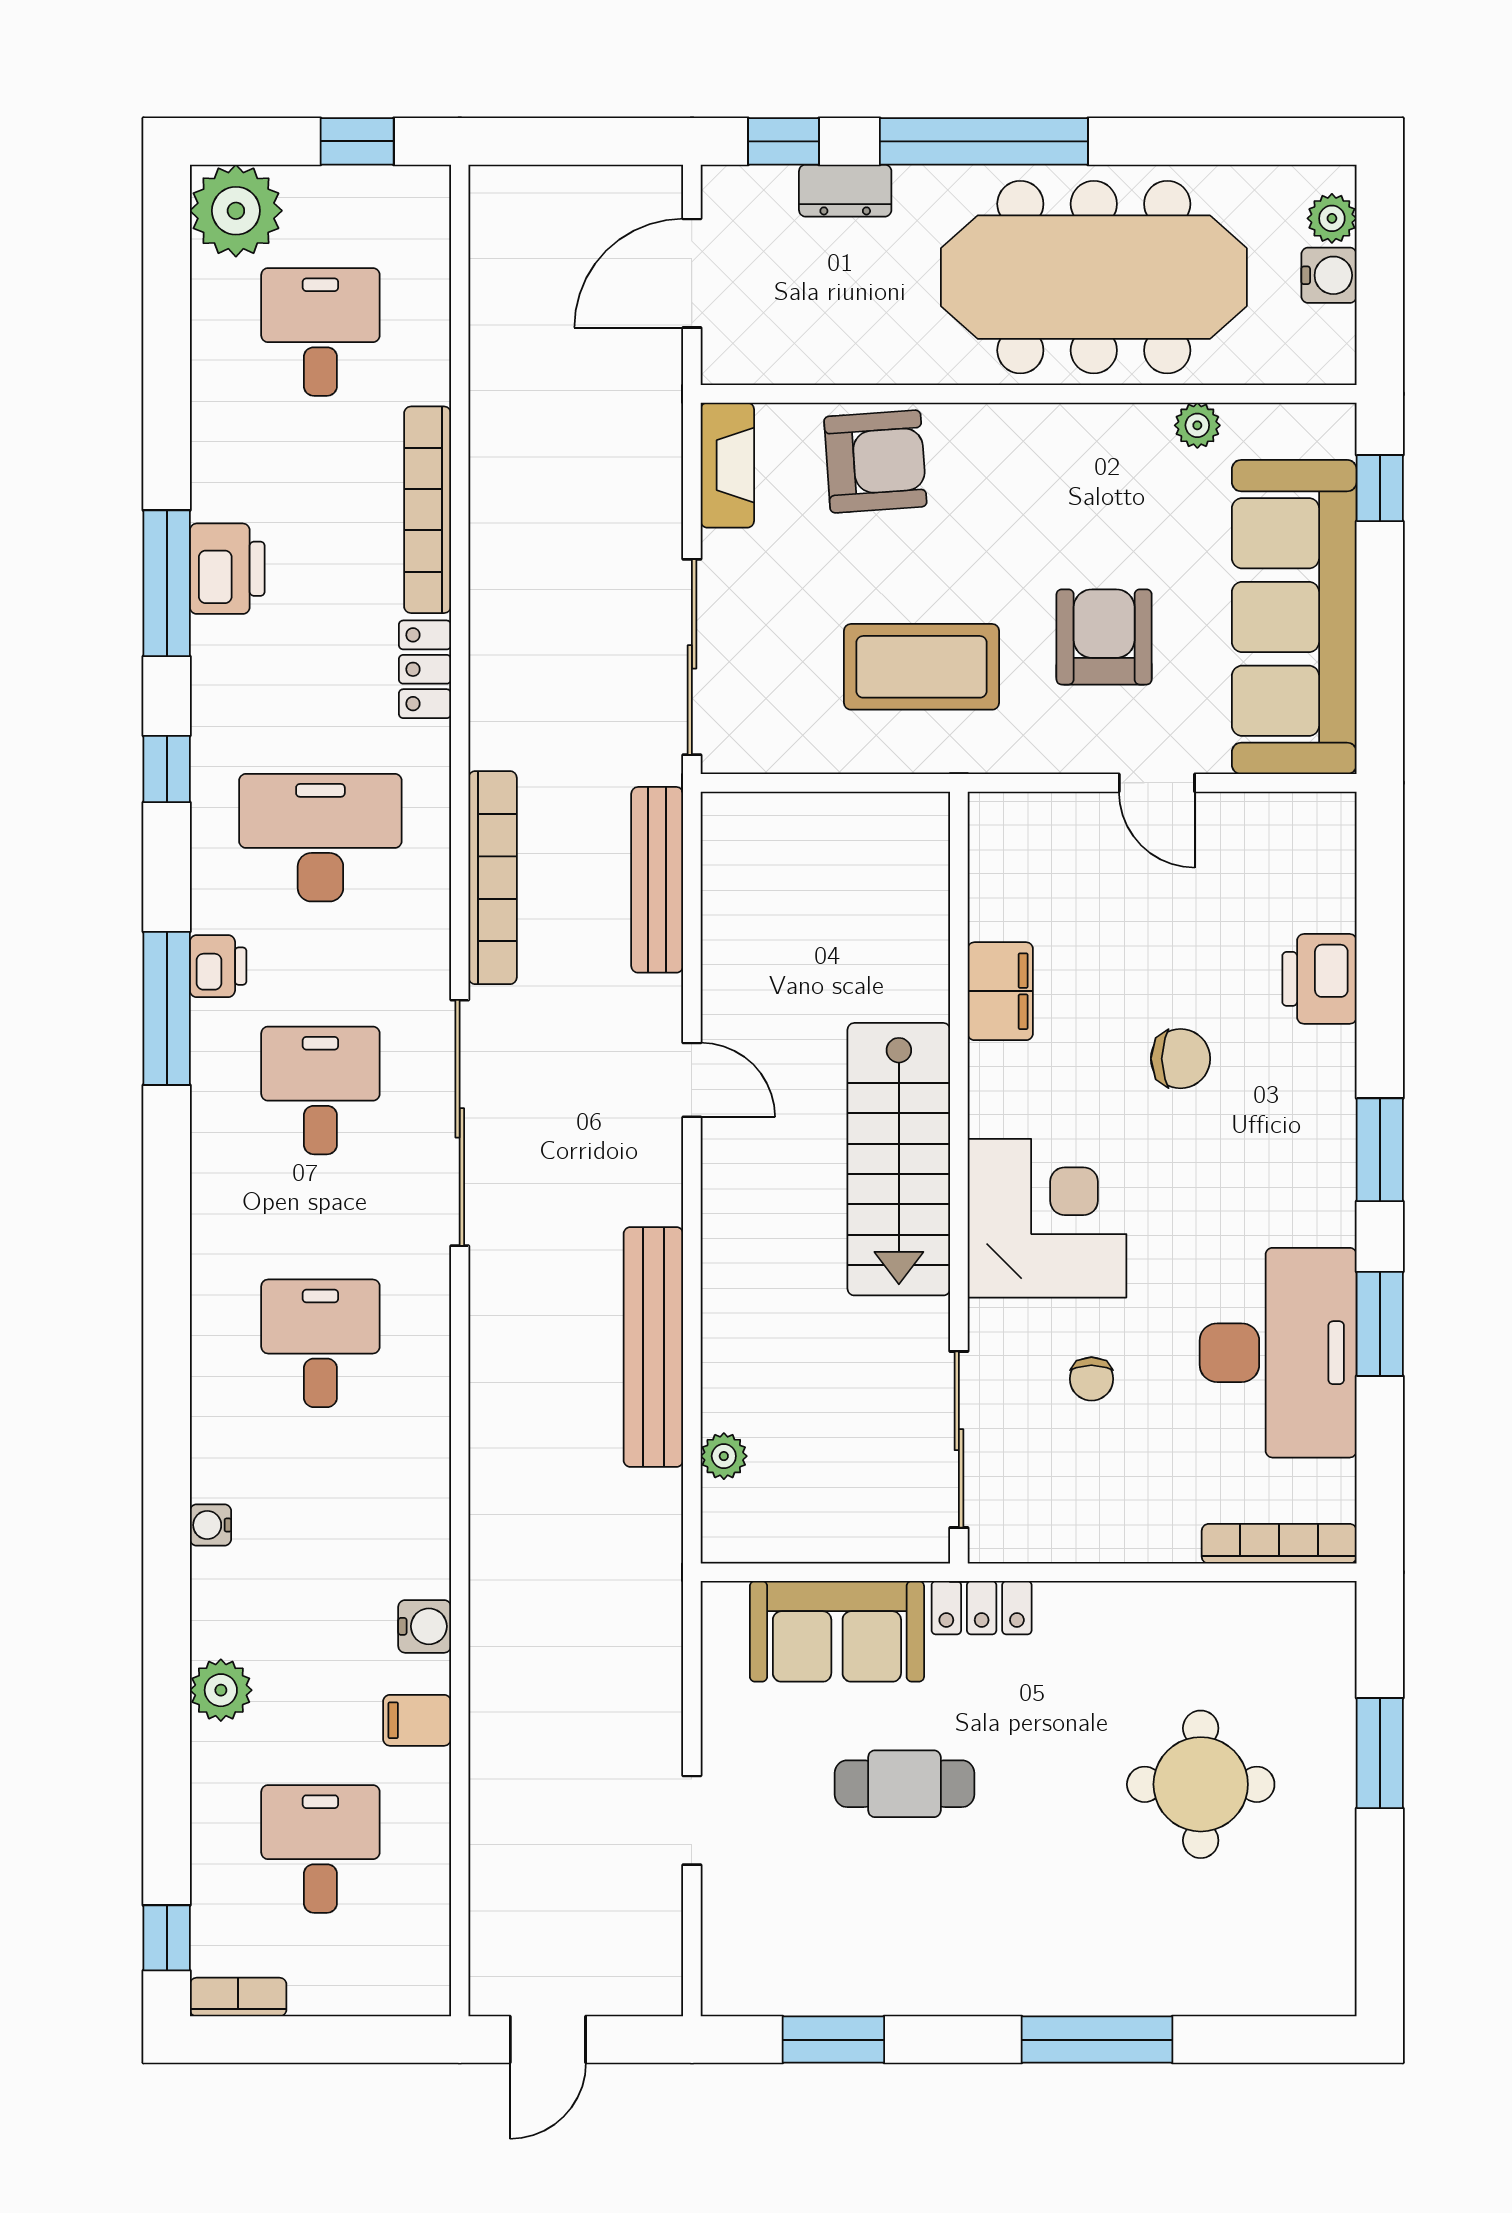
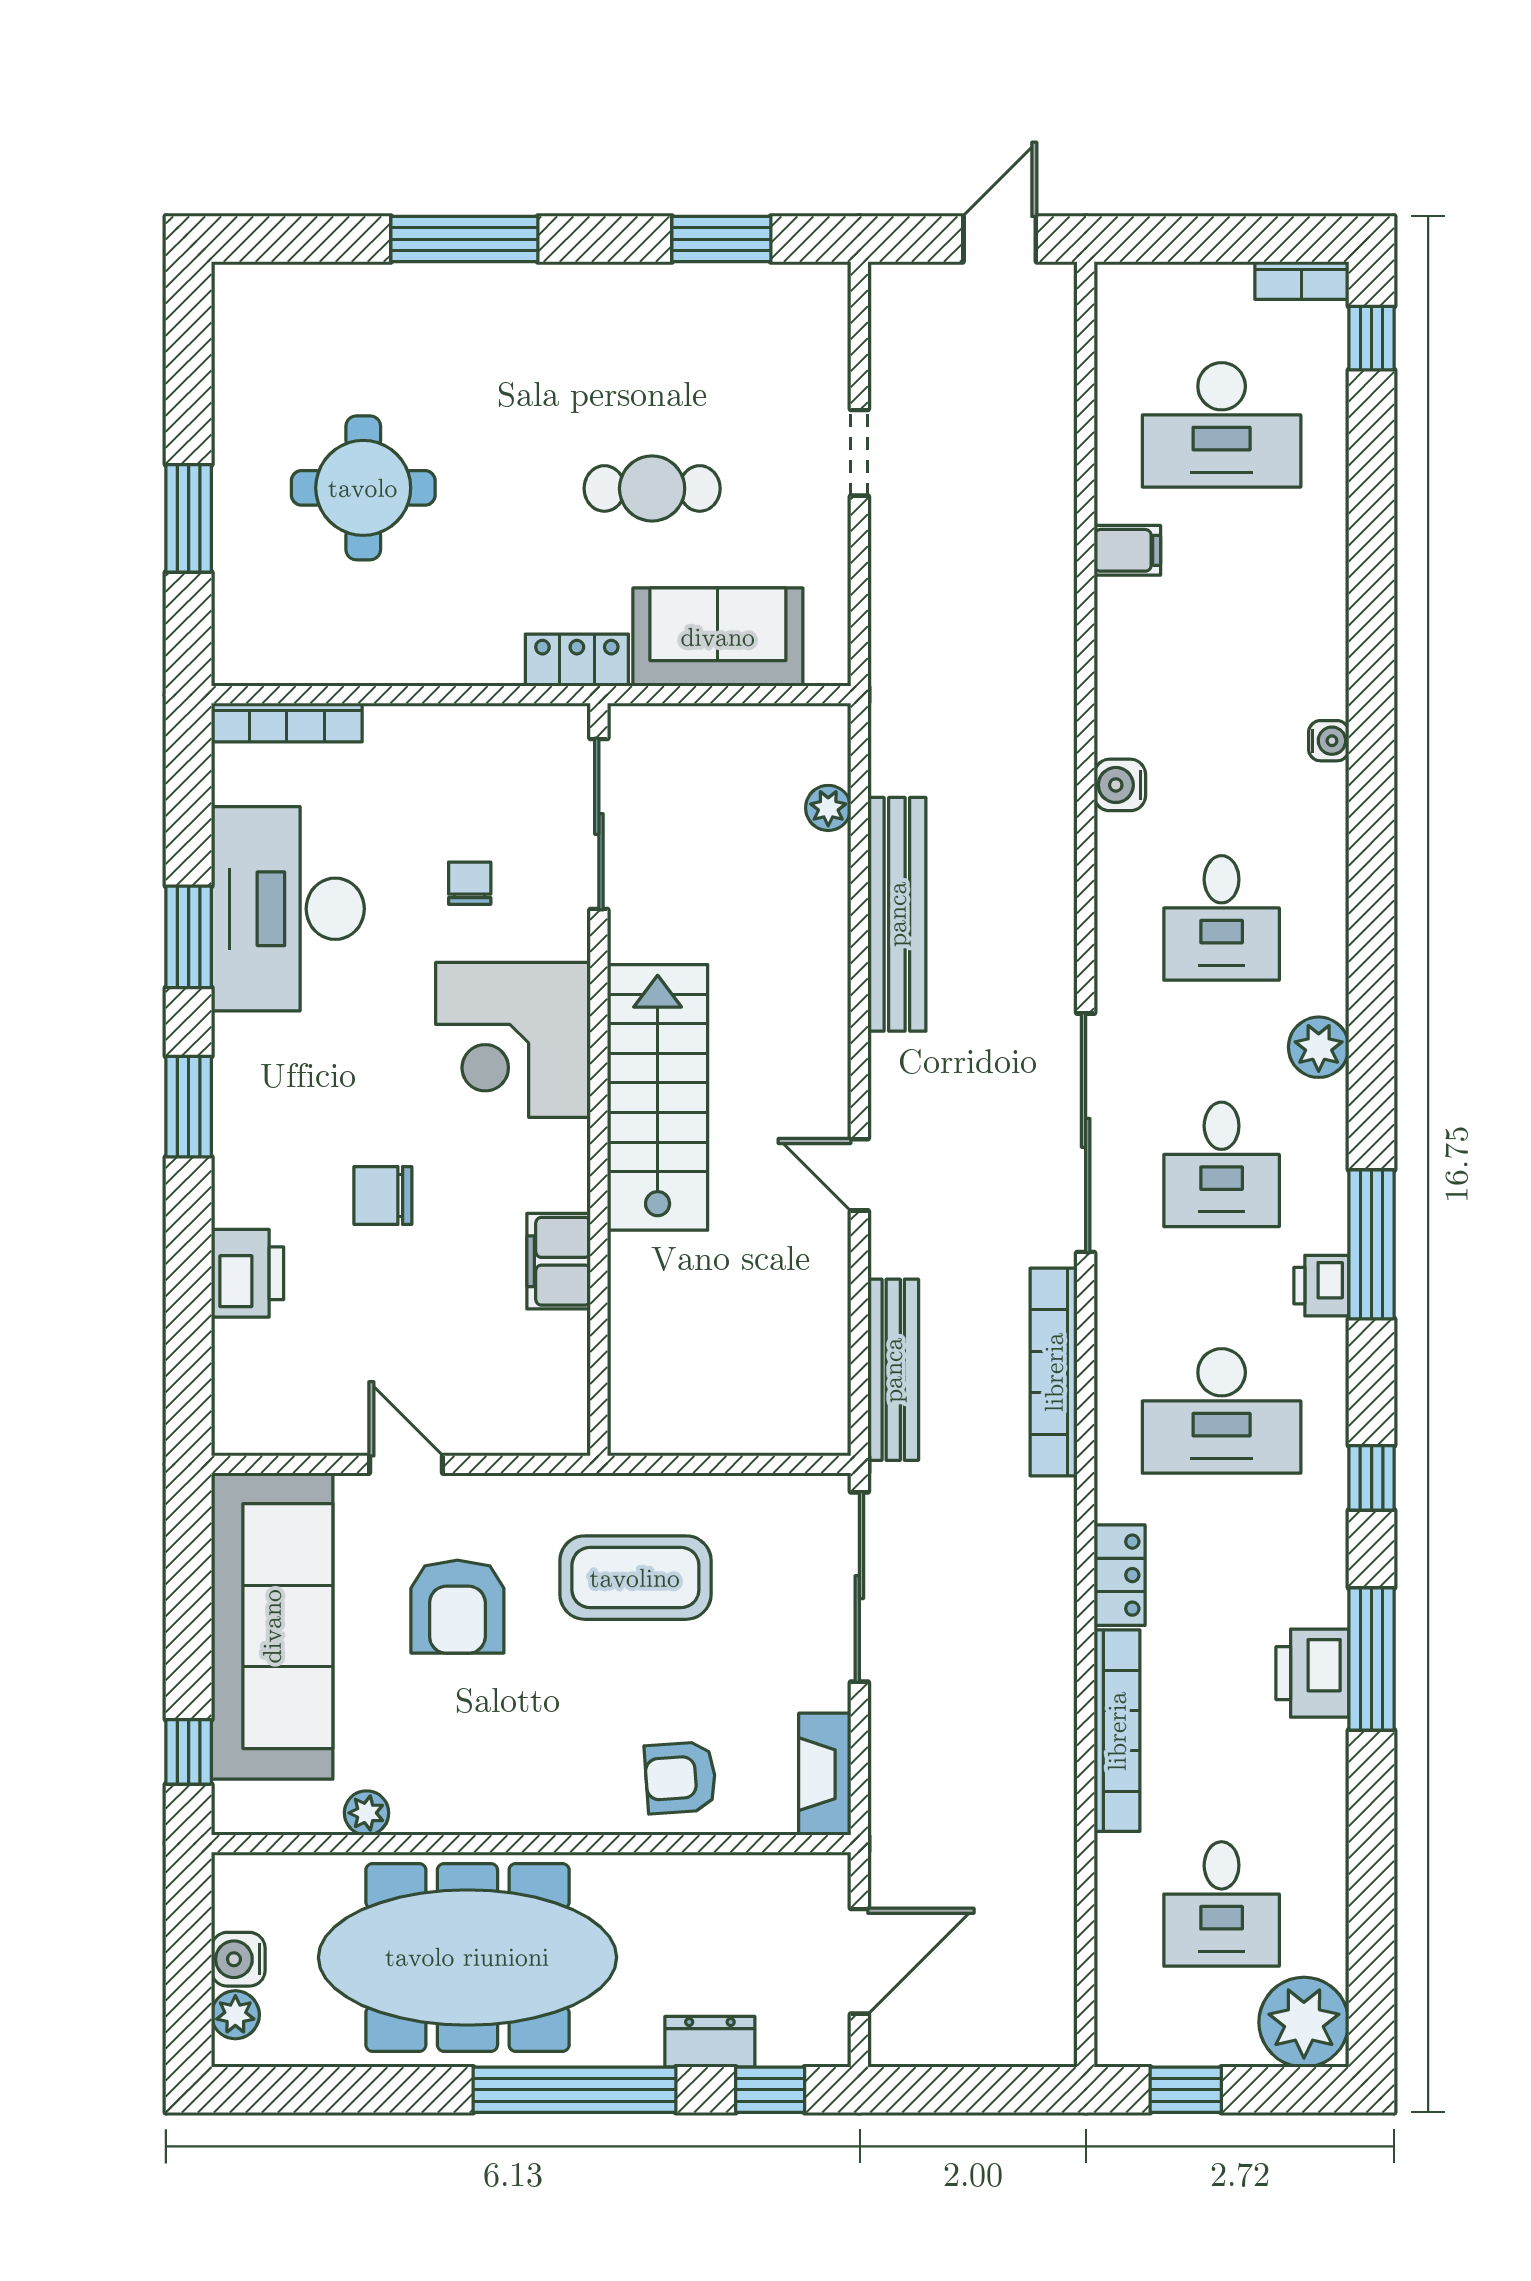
armchair: (875, 462) -> (680, 1778), width x0.72, depth x0.72
water cooler: (425, 1626) -> (1120, 785), moved
plant: (221, 1690) -> (1319, 1047), moved
desk: (320, 1849) -> (1222, 425), width x1.37

